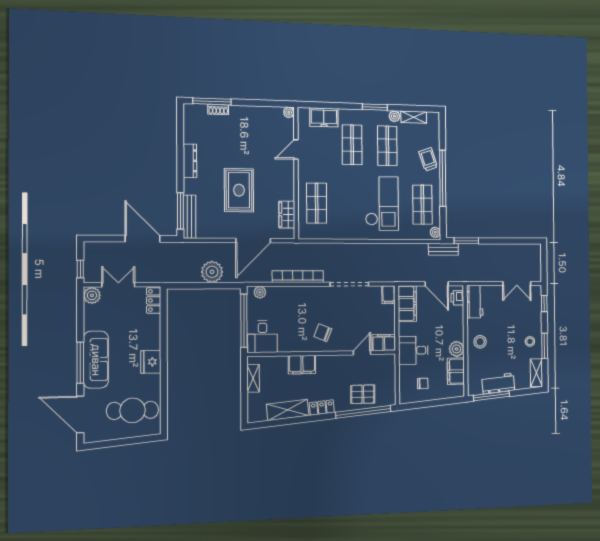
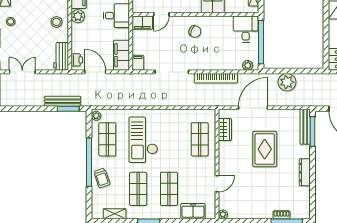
plant: (394, 116) -> (132, 214), removed
bench: (443, 249) -> (63, 101), moved, width x1.36

